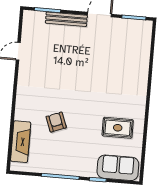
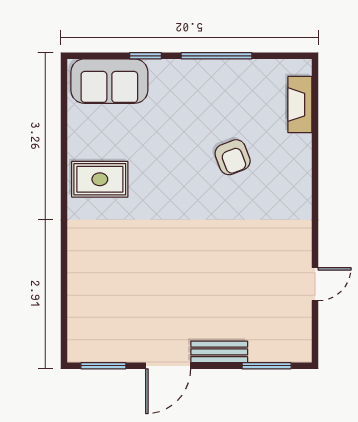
bench: (66, 19) -> (219, 352), width x0.73
rug: (118, 128) -> (100, 179), moved
fireplace: (21, 142) -> (300, 105), width x0.73, depth x0.76

